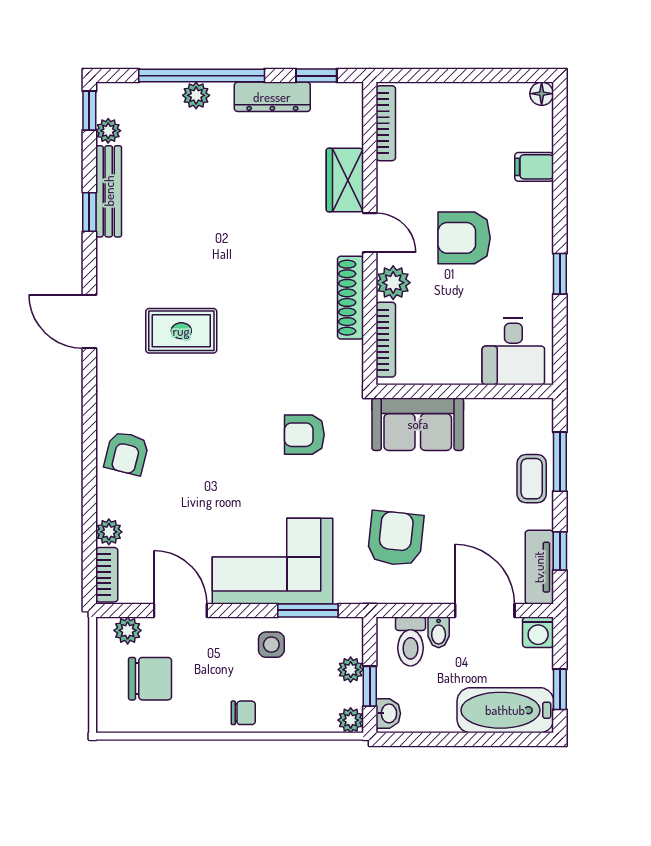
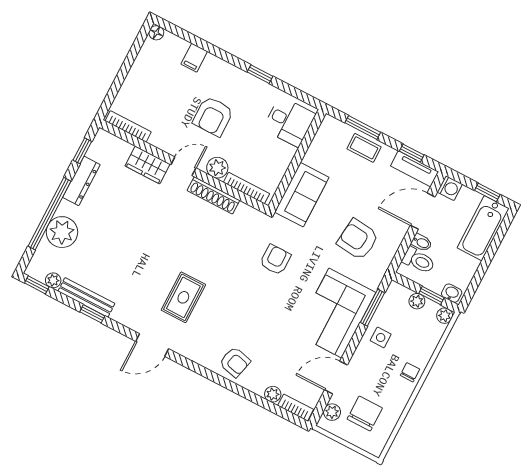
plant: (196, 95) -> (62, 232), width x1.88, depth x1.88
armchair: (304, 435) -> (275, 260), turned 180

